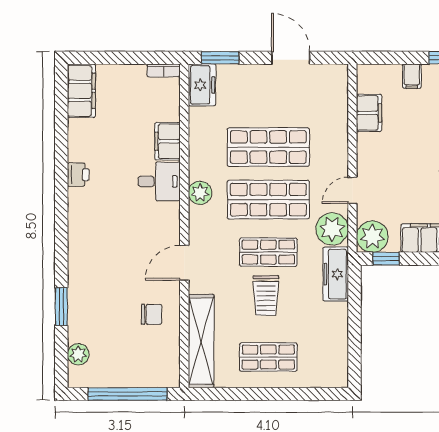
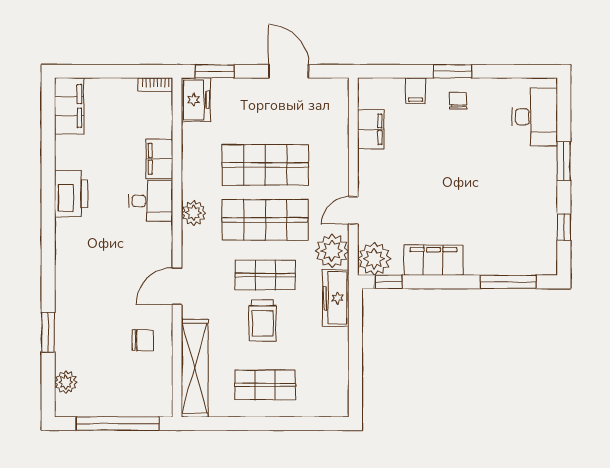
printer: (78, 175) -> (71, 194), width x1.87, depth x1.48

